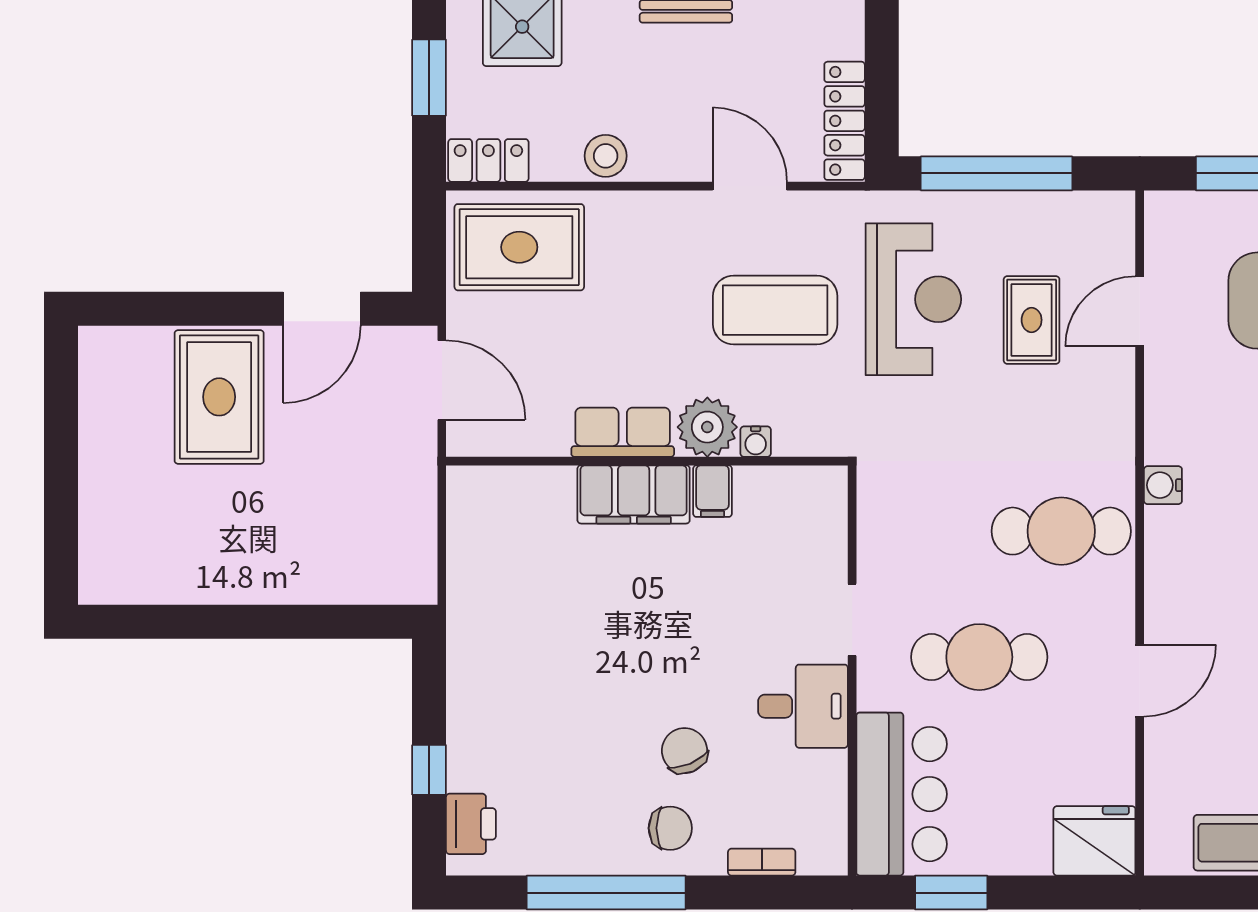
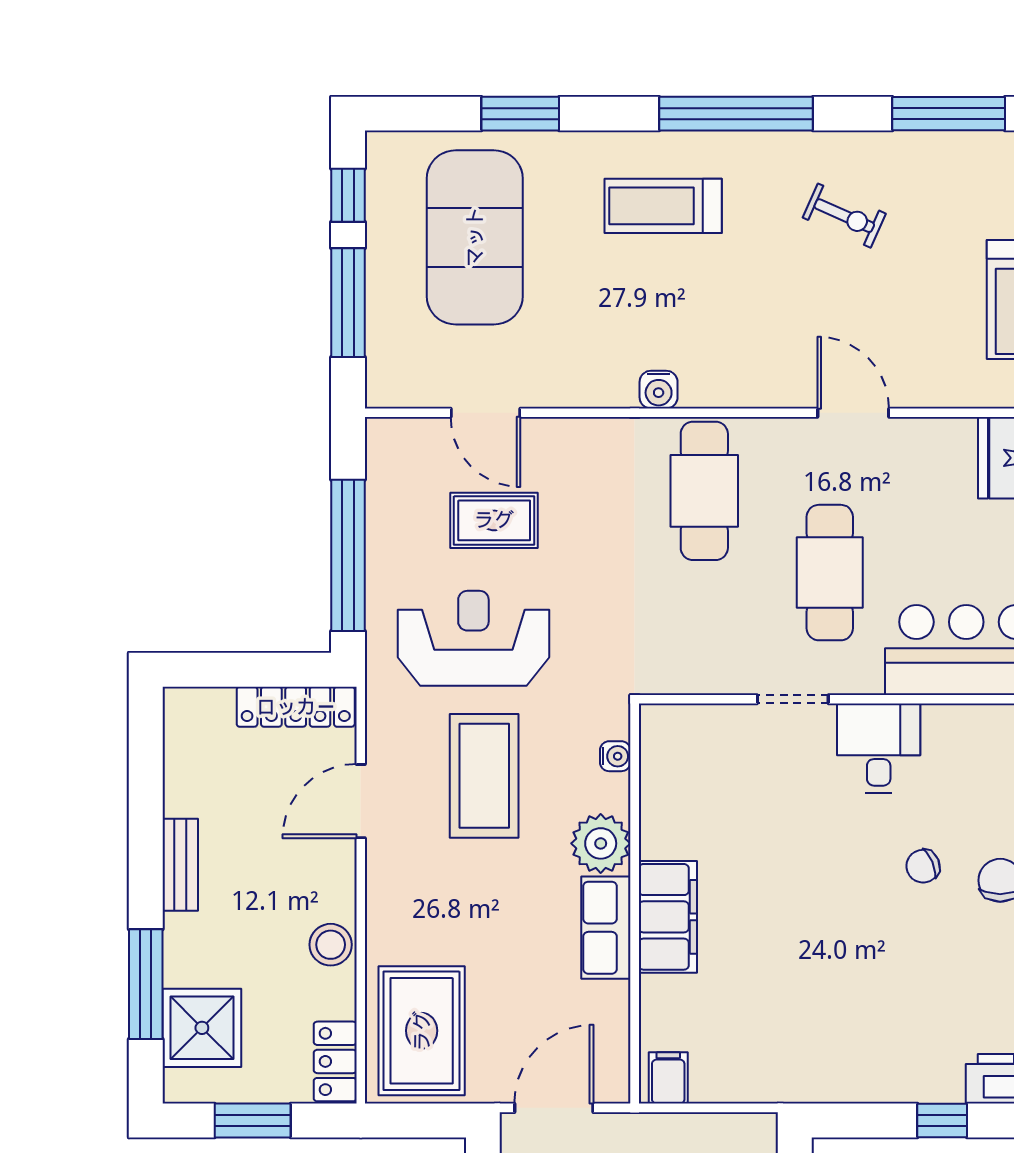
water cooler: (756, 442) -> (615, 756), moved
filing cabinet: (713, 491) -> (668, 1078), moved, turned -90
chair: (684, 751) -> (923, 866), width x0.73, depth x0.73

